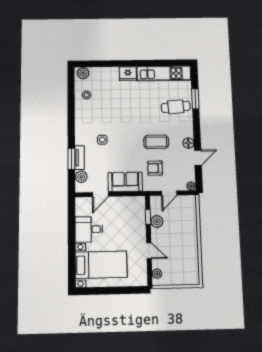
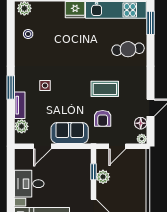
window: (195, 99) -> (150, 23), moved
floor lamp: (188, 143) -> (141, 123), moved
window: (71, 159) -> (11, 87), moved
armchair: (155, 168) -> (103, 118), turned -90

